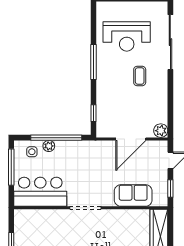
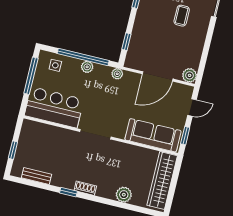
plant: (49, 146) -> (87, 67), moved
plant: (92, 146) -> (117, 74), added
sofa: (133, 195) -> (153, 135), width x1.36

